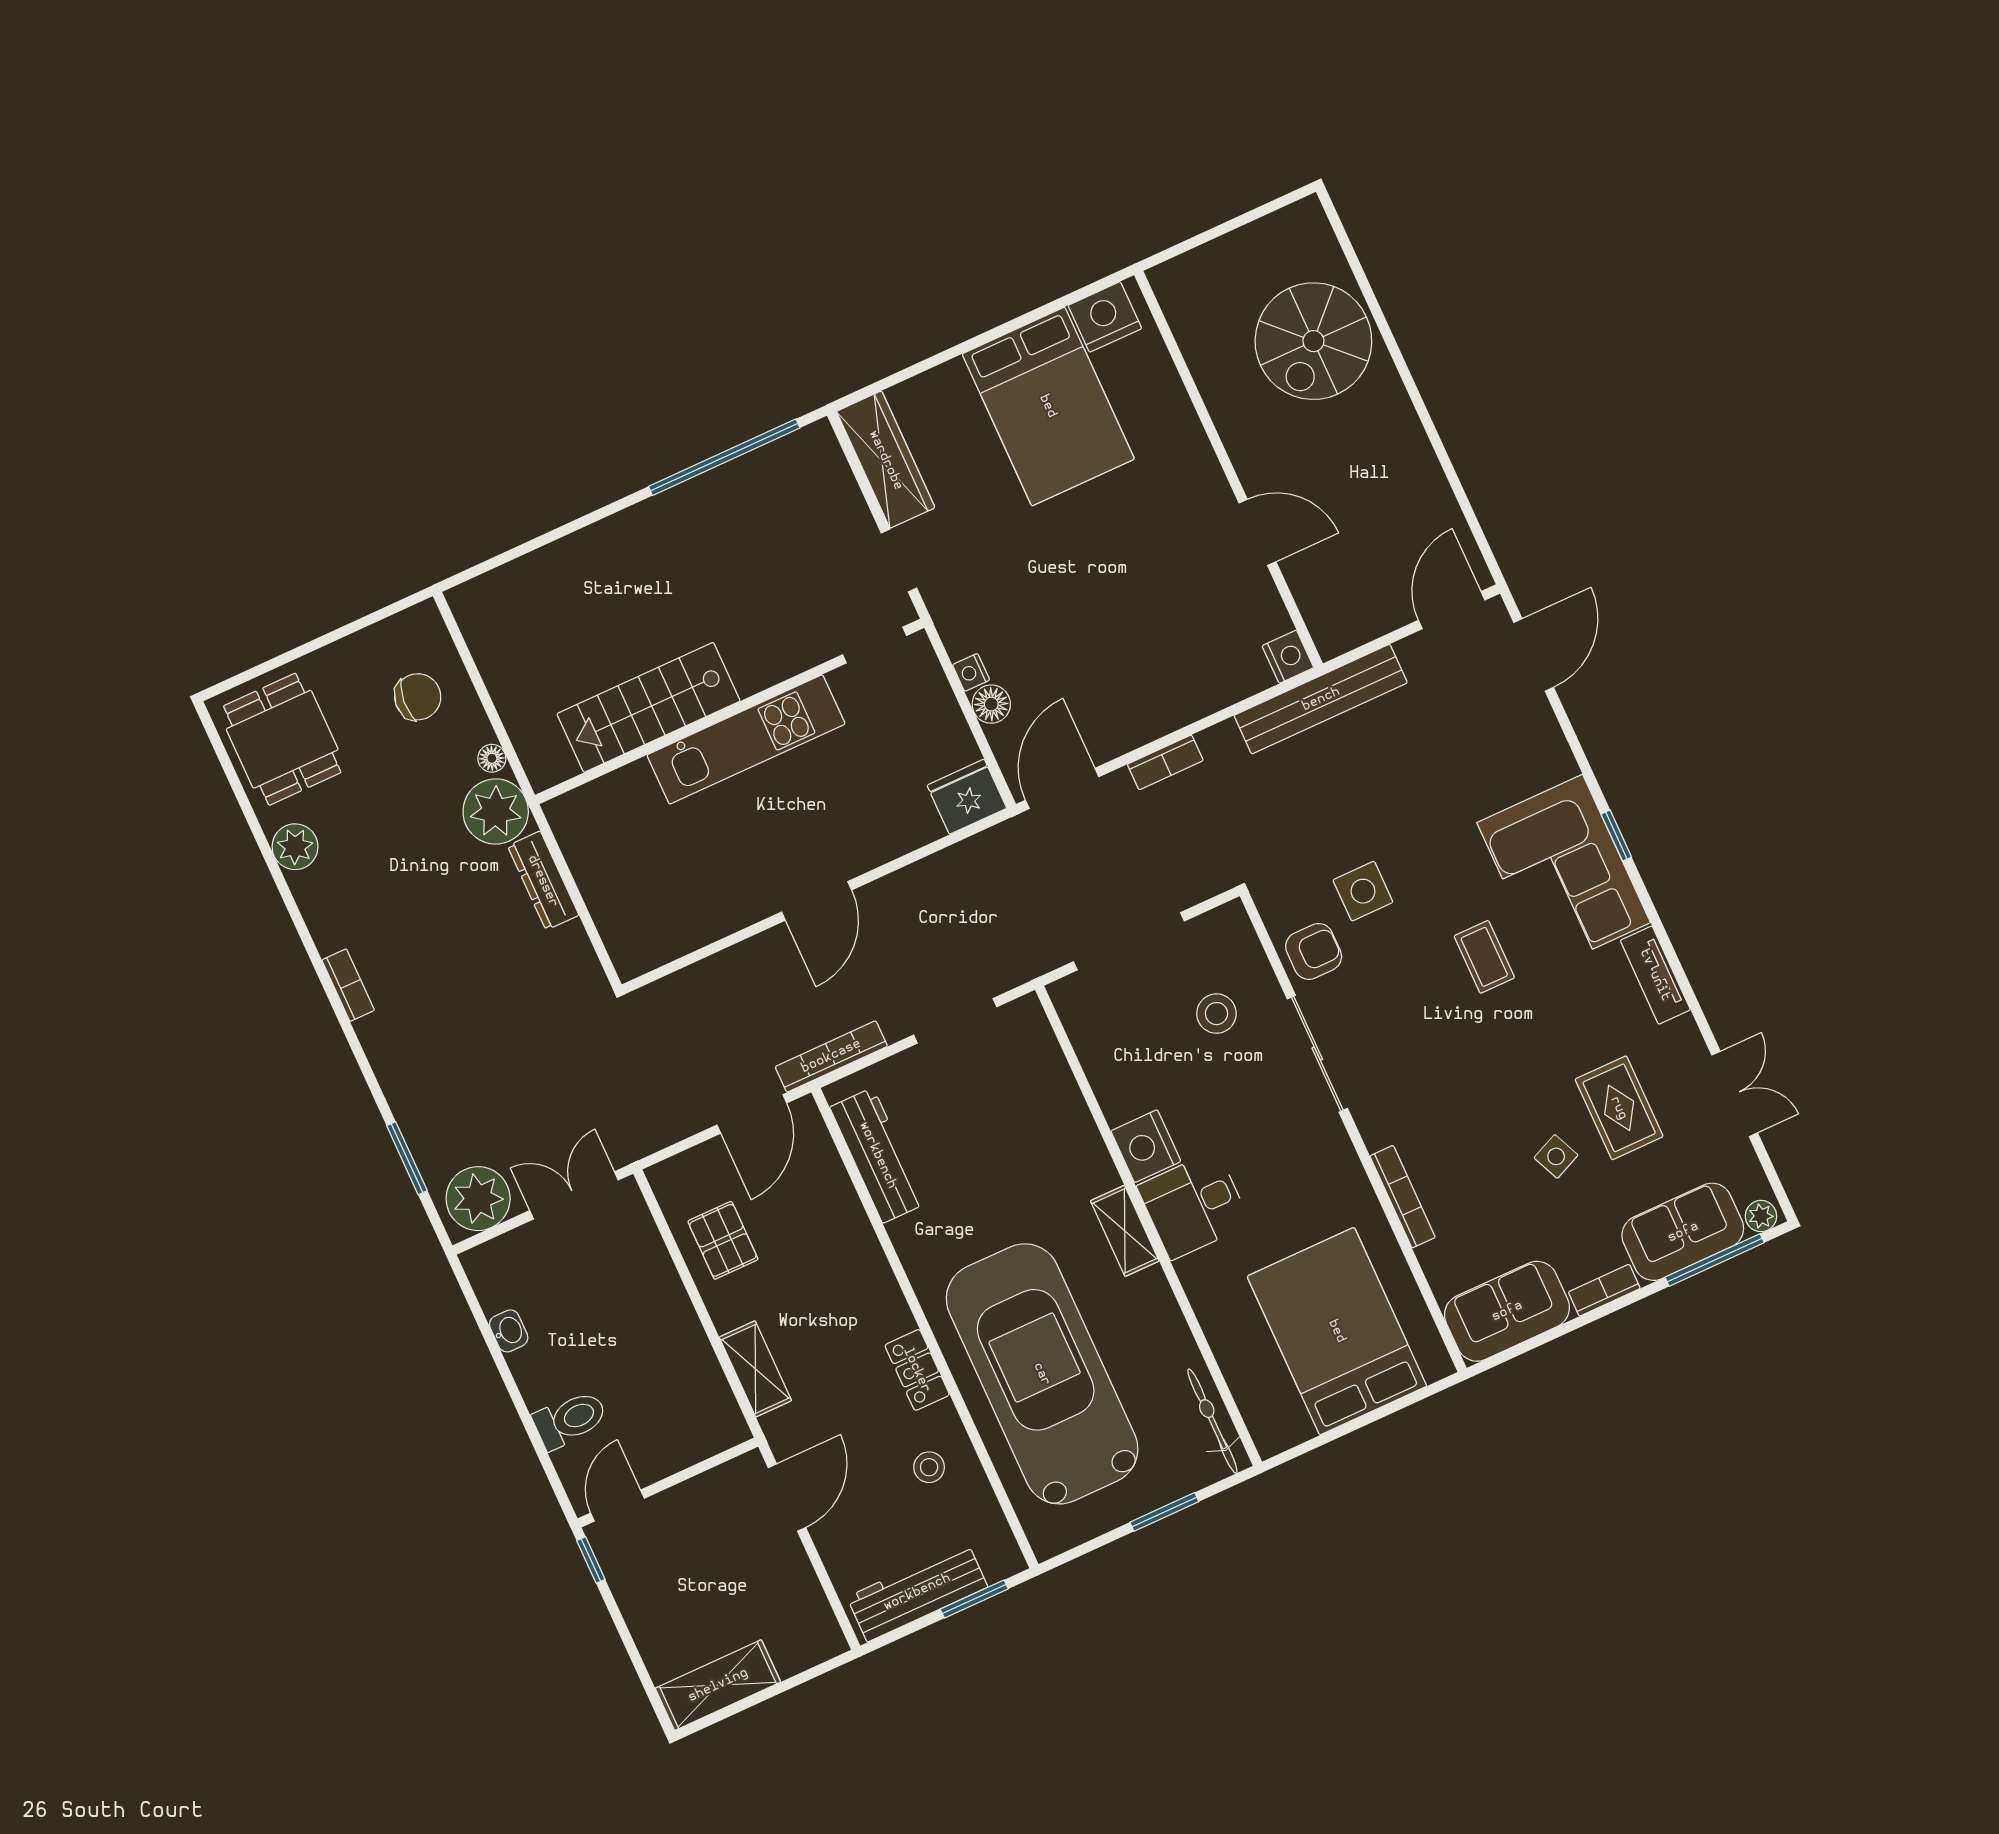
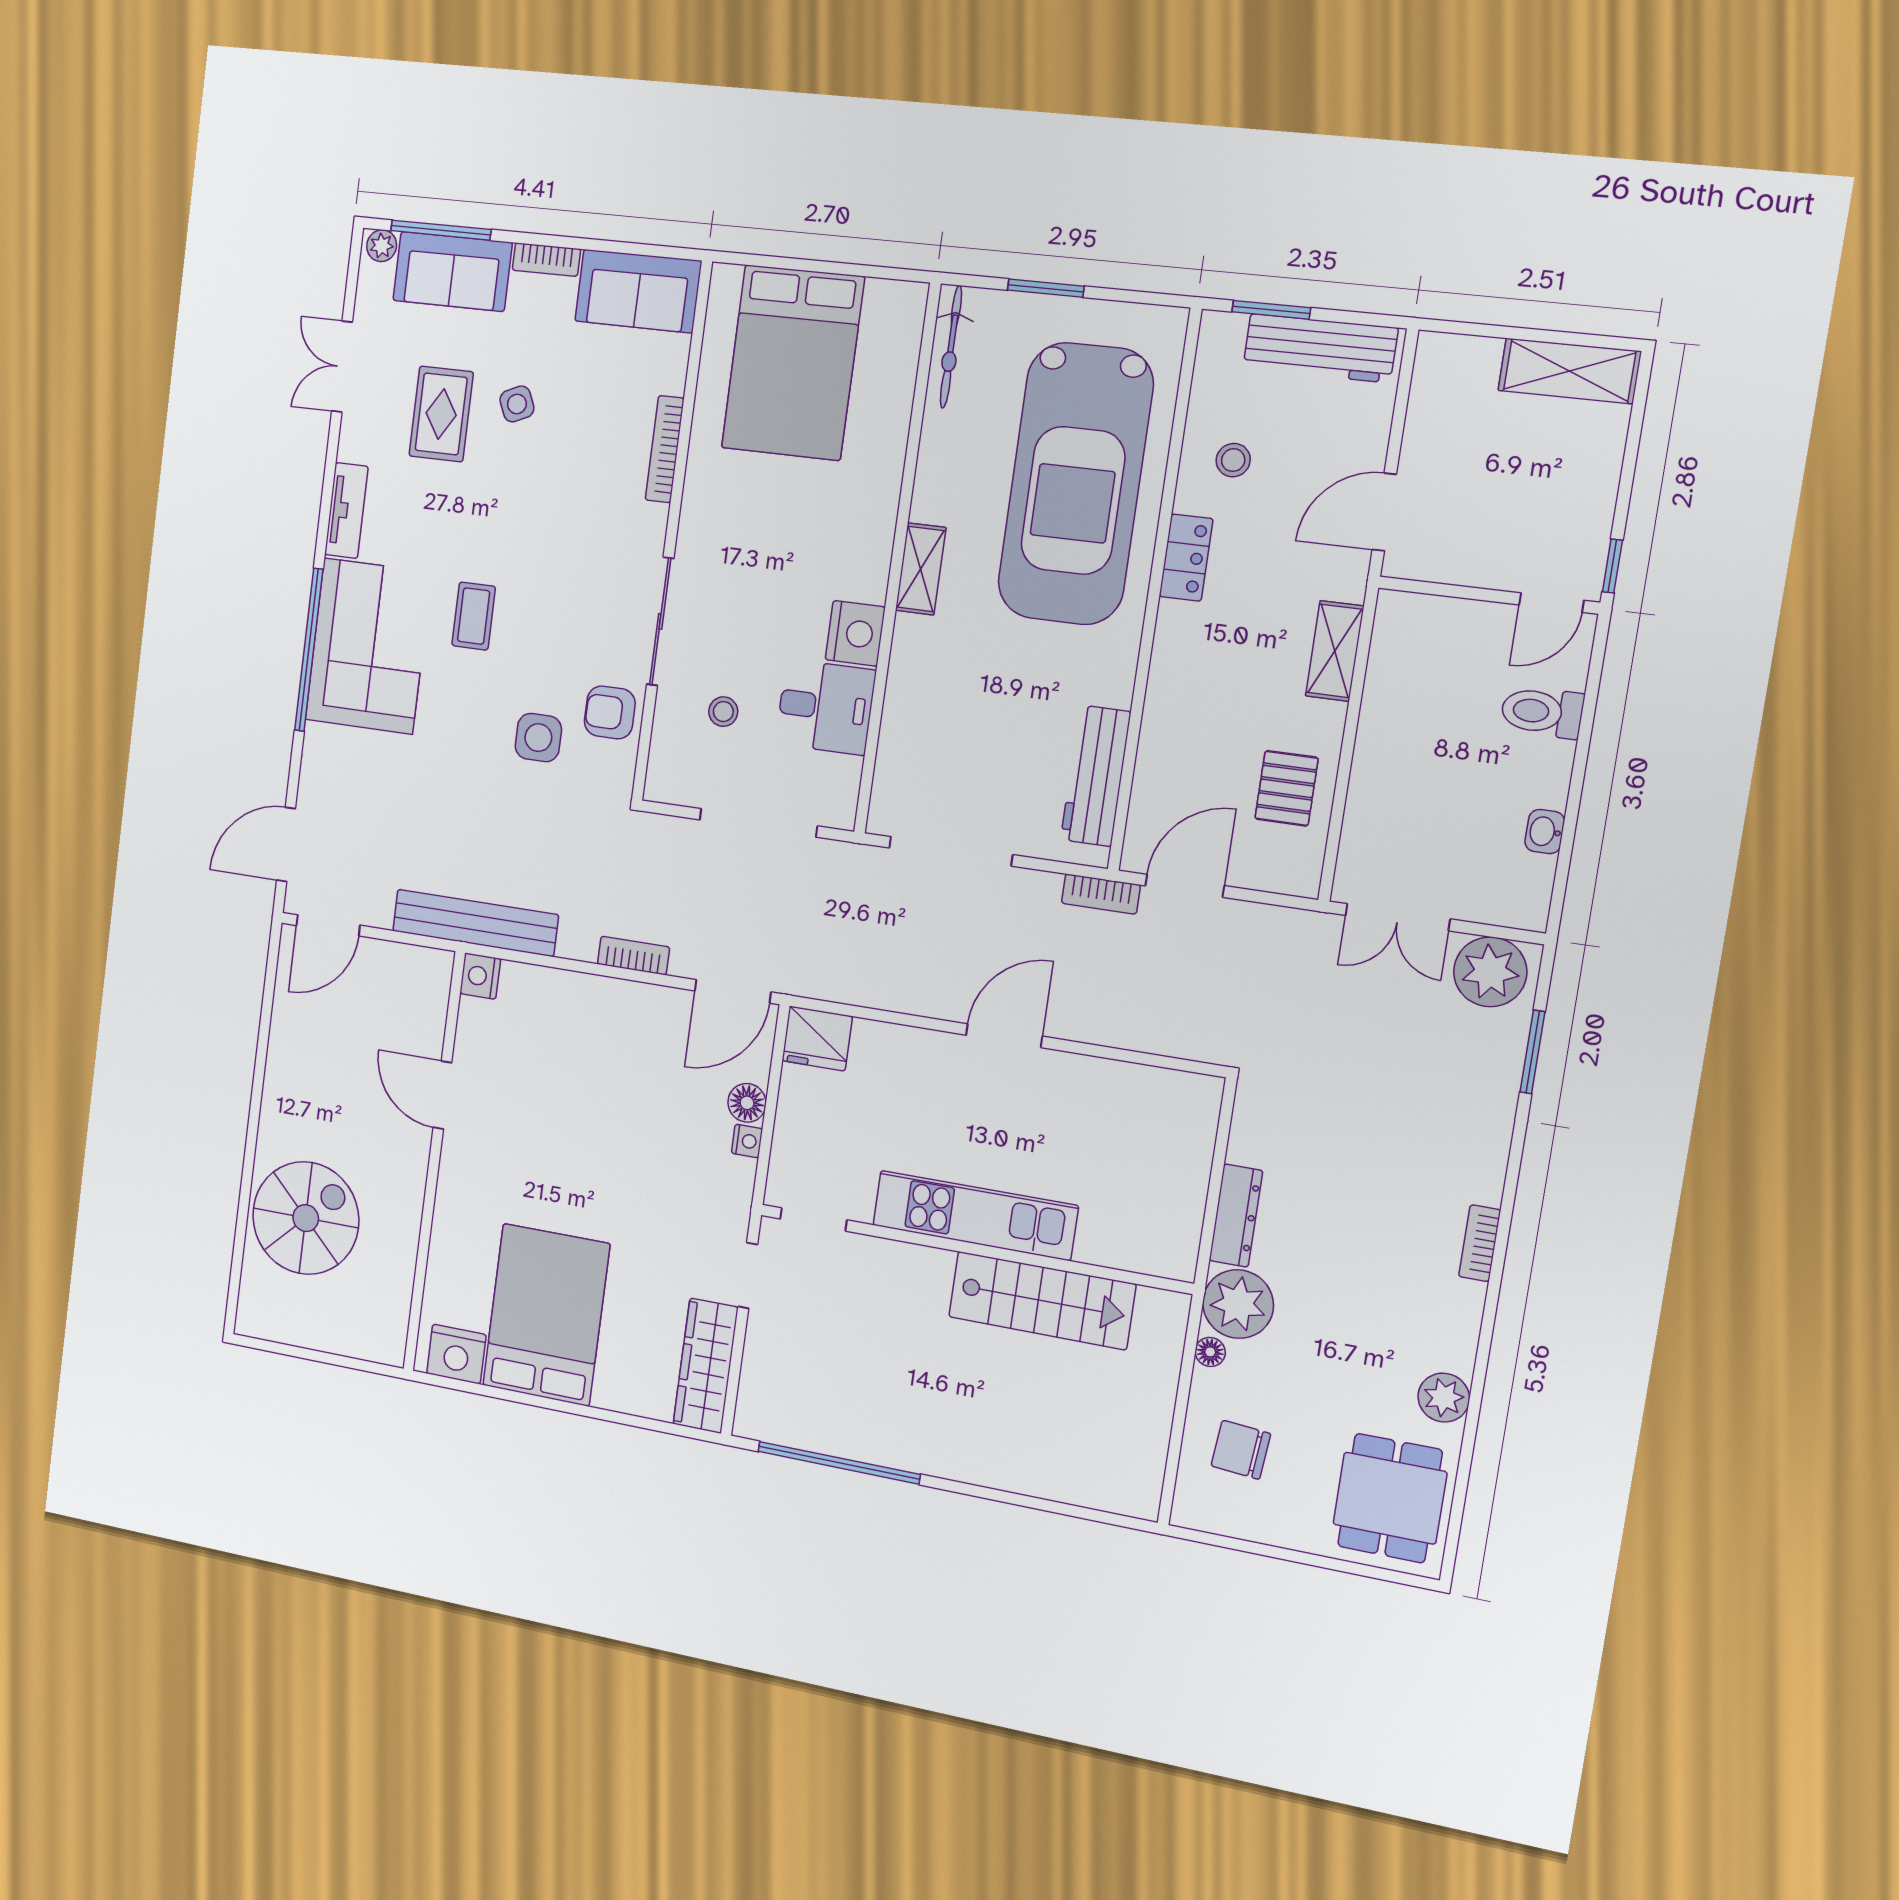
window: (1616, 836) -> (309, 650), width x3.17
stool: (1216, 1014) -> (723, 712), width x0.73, depth x0.73
doorway: (955, 1021) -> (951, 851), width x1.36
bookcase: (831, 1056) -> (1101, 894), width x0.64
desk: (1194, 1205) -> (826, 707), moved

